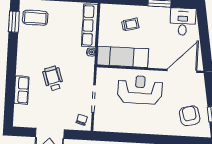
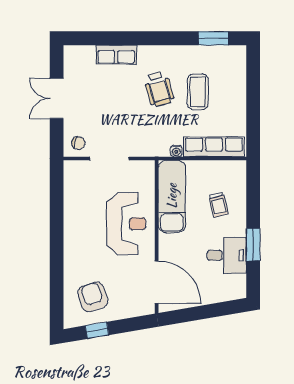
coffee table: (35, 18) -> (198, 92), moved
desk: (183, 22) -> (227, 255), moved
wheelchair: (53, 78) -> (159, 89), moved, turned 93
armchair: (190, 116) -> (93, 297), turned -94

